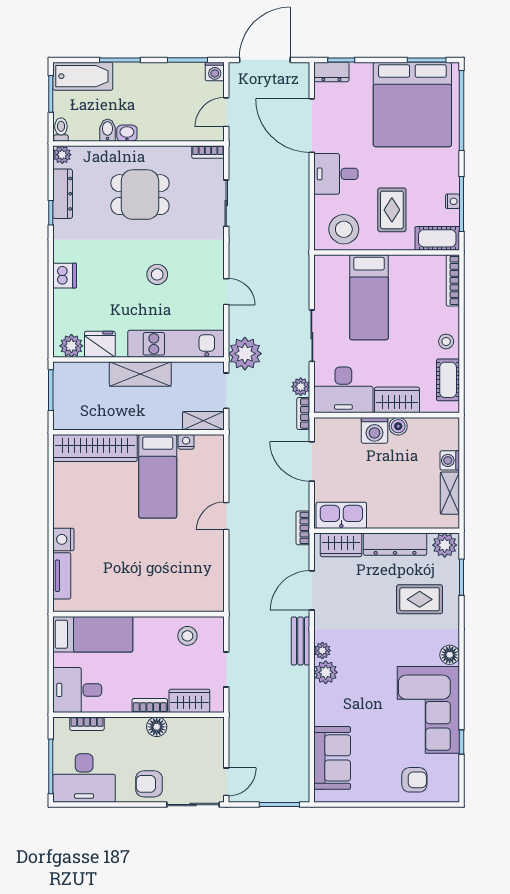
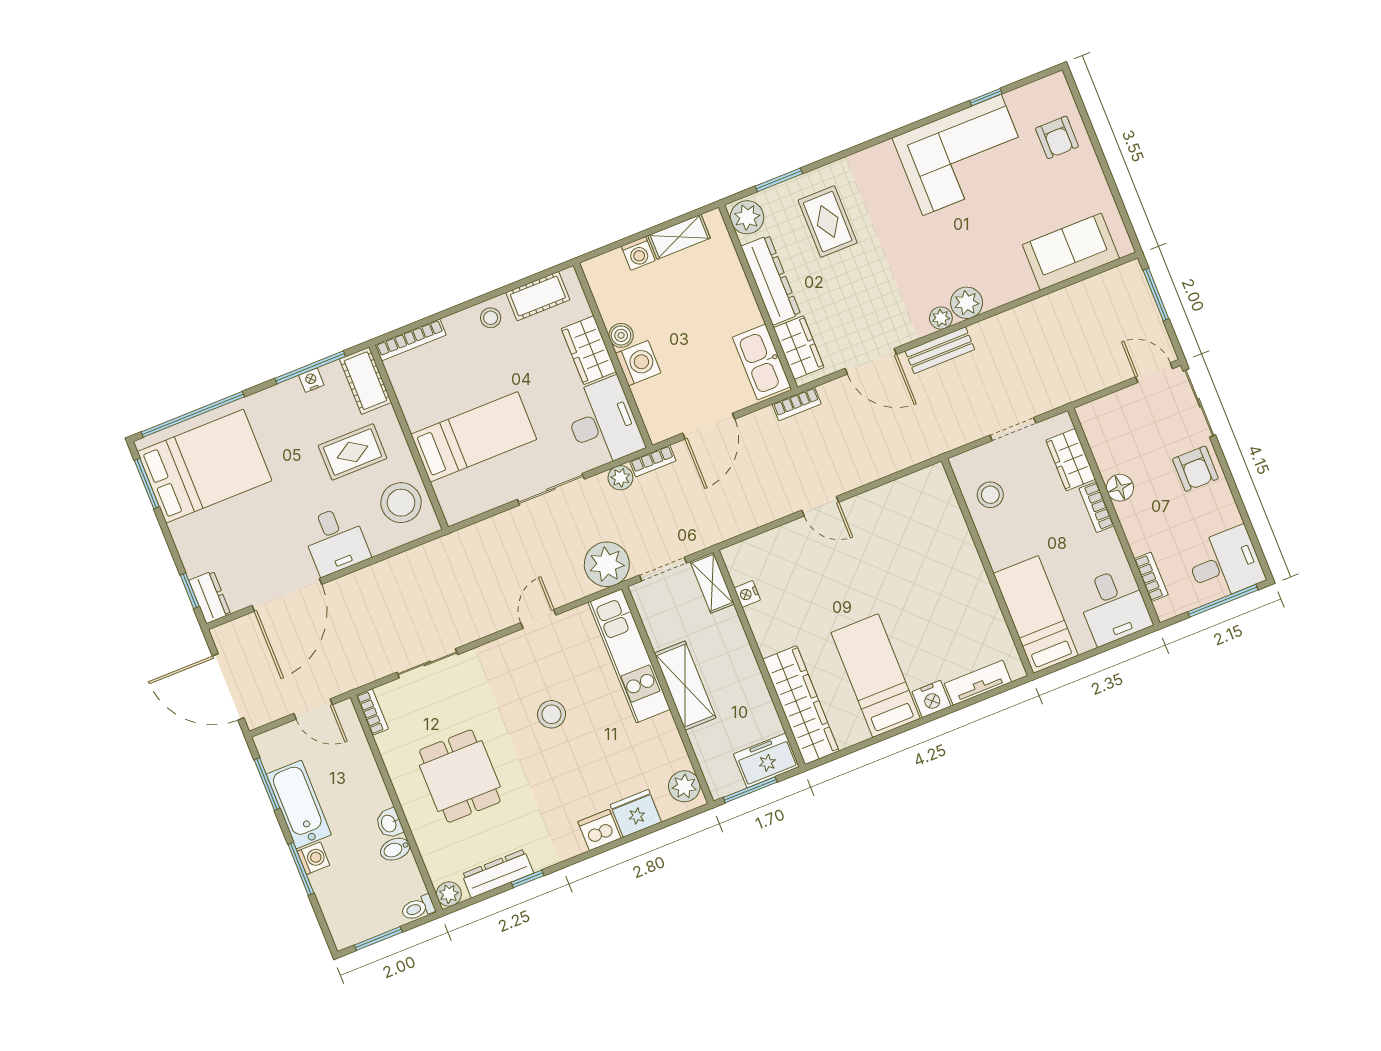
washing machine: (215, 71) -> (313, 858), moved
bathtub: (83, 76) -> (299, 804), moved
bed: (412, 104) -> (205, 466), width x0.73
fridge: (100, 344) -> (636, 813), moved, turned 90
freezer: (67, 409) -> (766, 760), added
bed: (158, 476) -> (876, 676), moved, turned -90
floor lamp: (450, 655) -> (882, 156), removed
desk: (84, 778) -> (1225, 564), width x0.73
armchair: (414, 780) -> (1057, 137), turned 180

